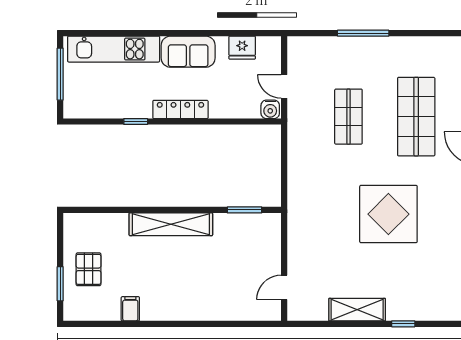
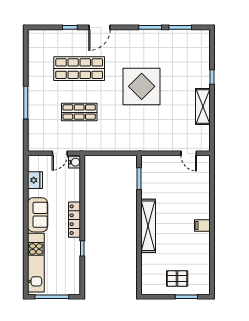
filing cabinet: (130, 309) -> (202, 225), moved

